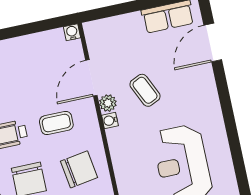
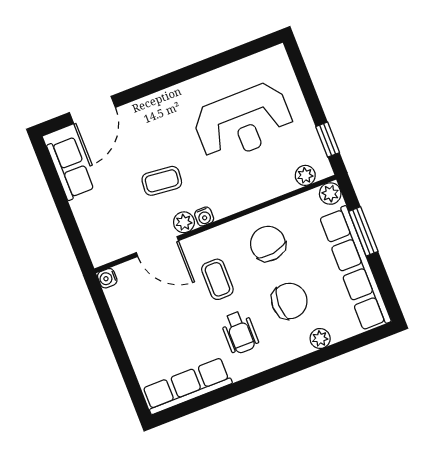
door: (213, 43) -> (92, 110), hinge flipped
coffee table: (145, 90) -> (162, 181), turned 31

